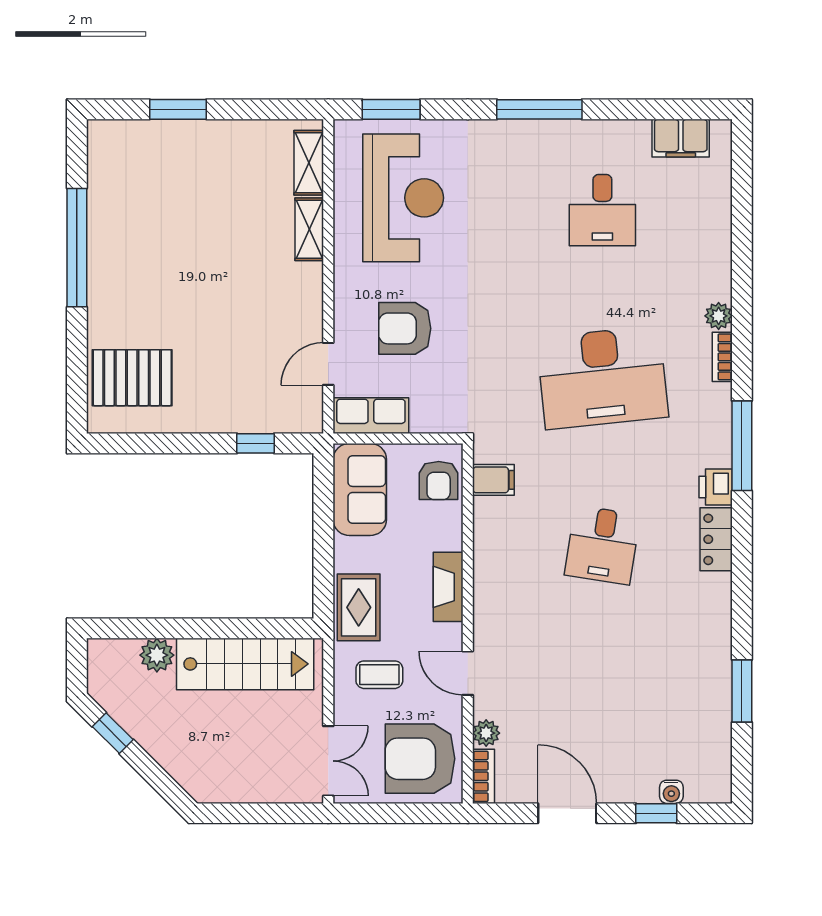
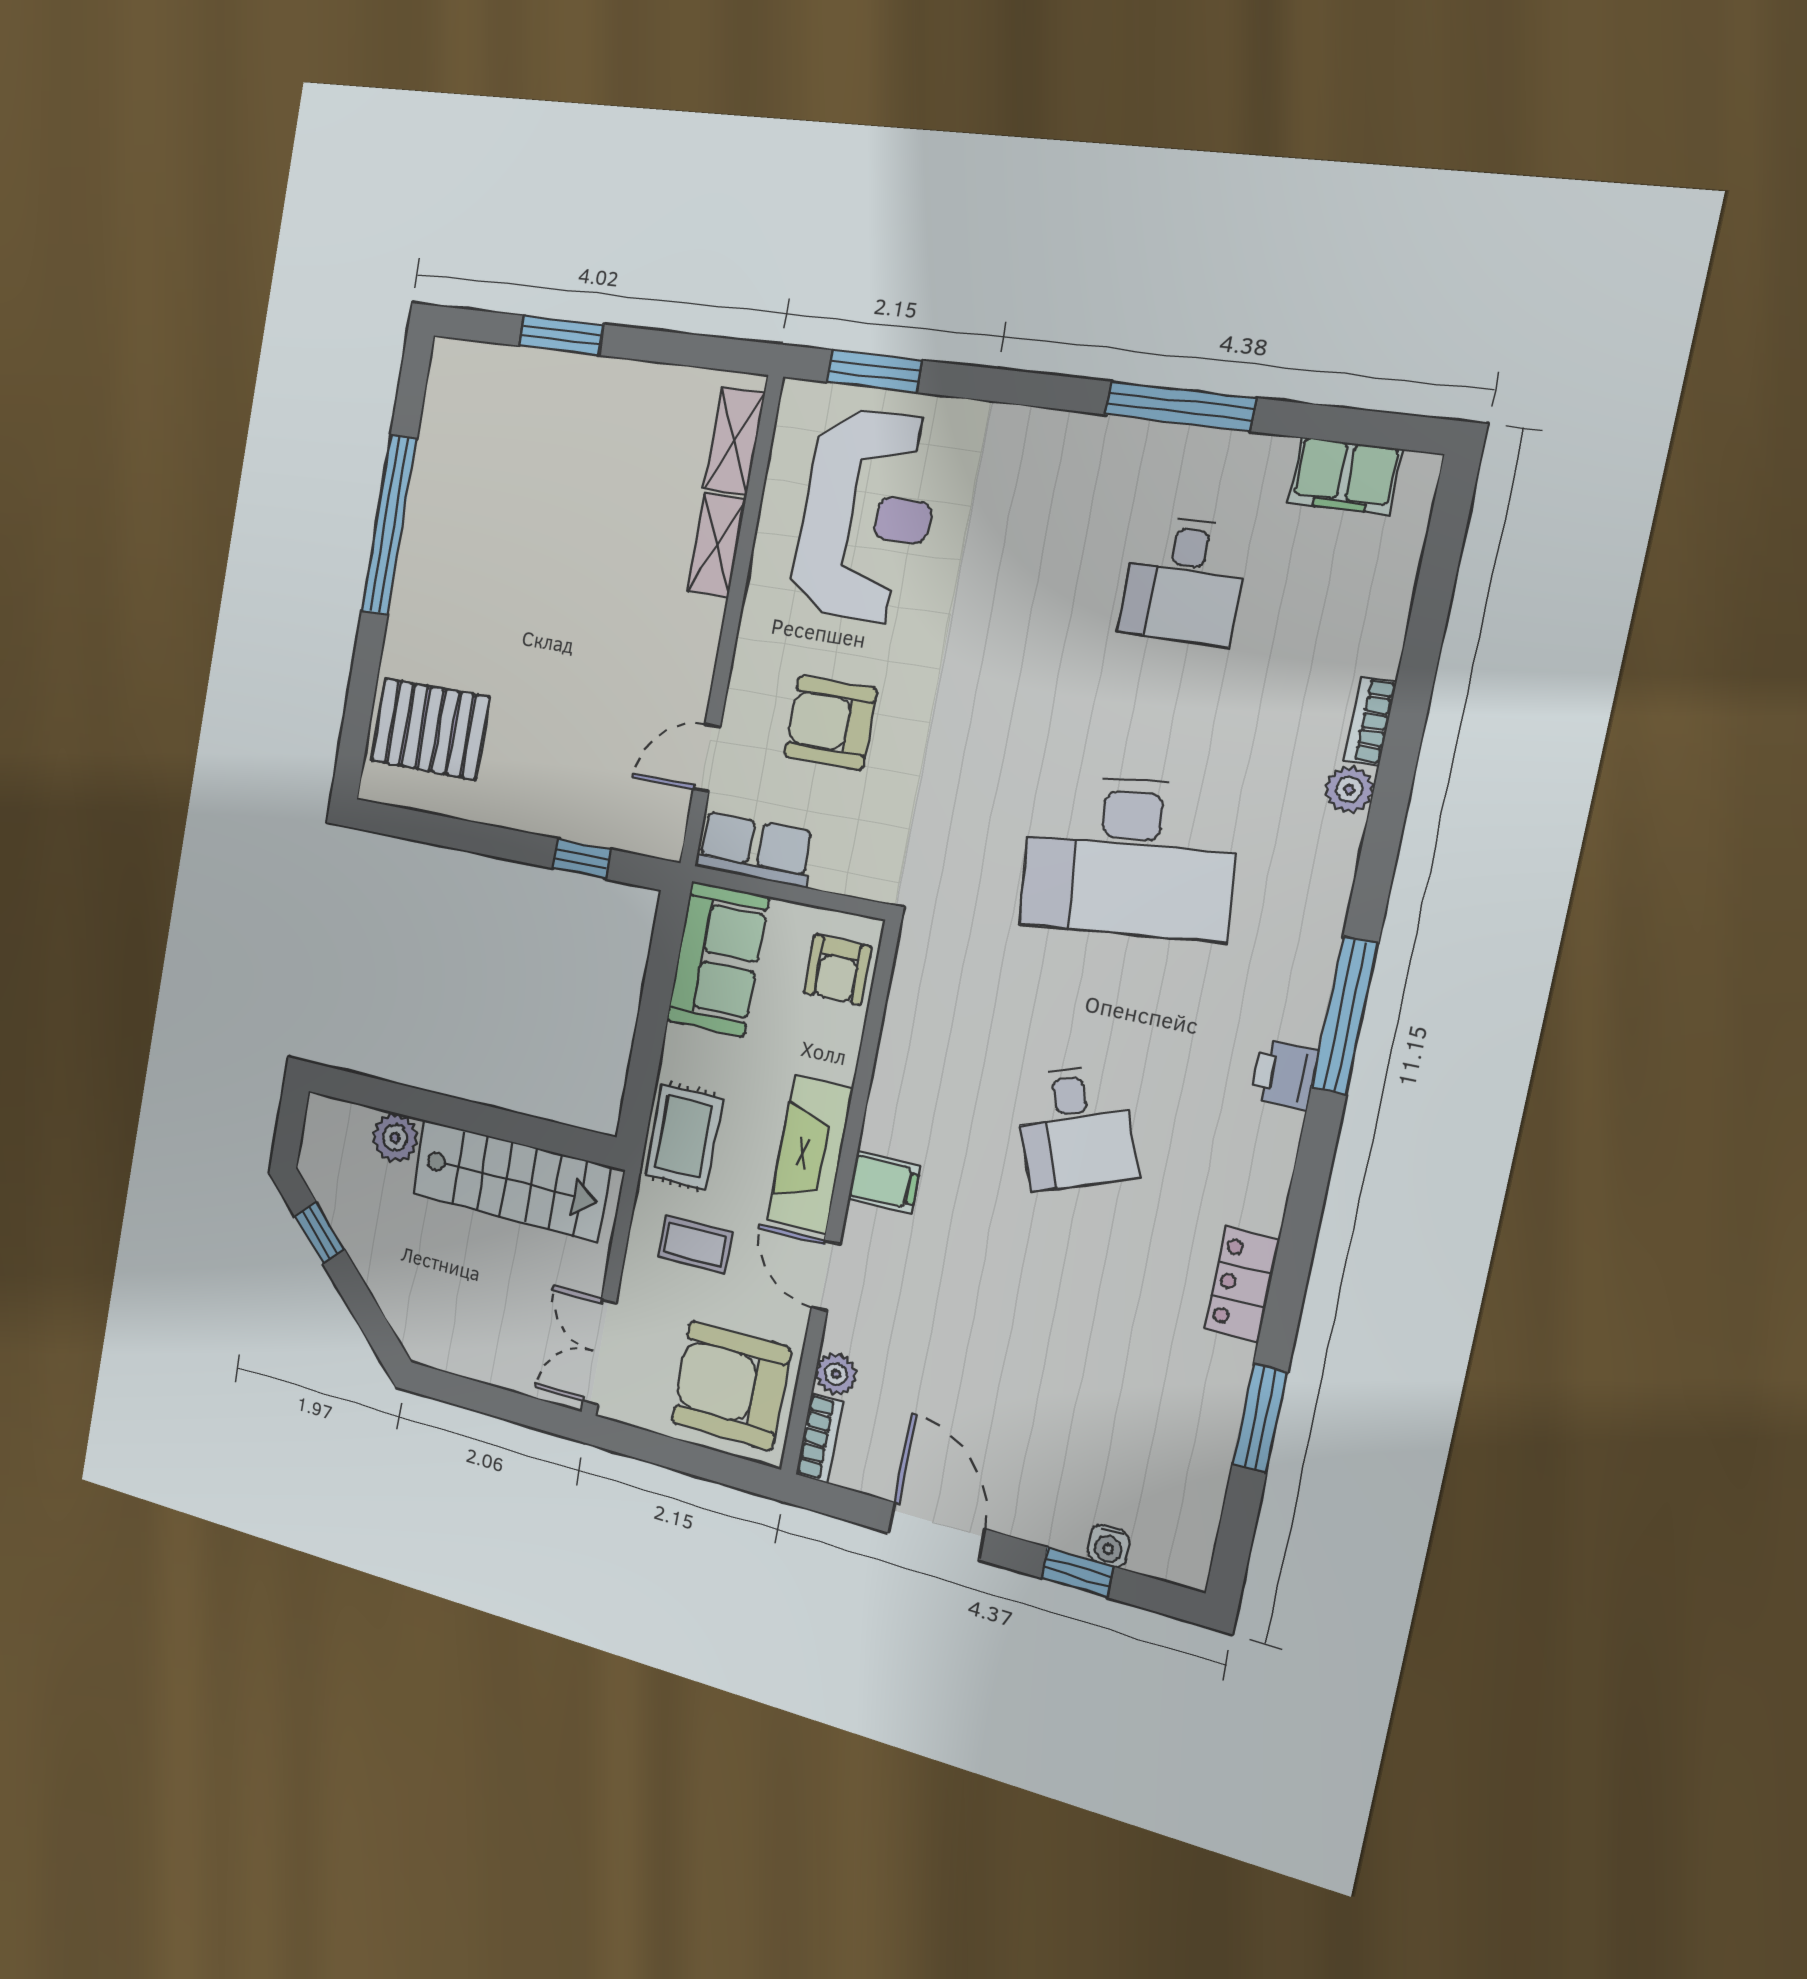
window: (539, 109) -> (1180, 406), moved
bookcase: (722, 357) -> (1370, 721), moved
filing cabinet: (493, 480) -> (884, 1182), moved
locker: (716, 539) -> (1242, 1284), moved
desk: (602, 545) -> (1075, 1127), turned -30
fireplace: (448, 587) -> (810, 1155), width x1.37, depth x1.32
double door: (328, 761) -> (600, 1352), swing flipped

